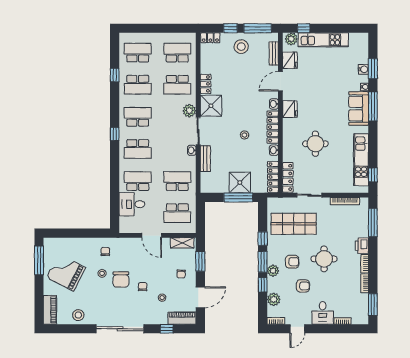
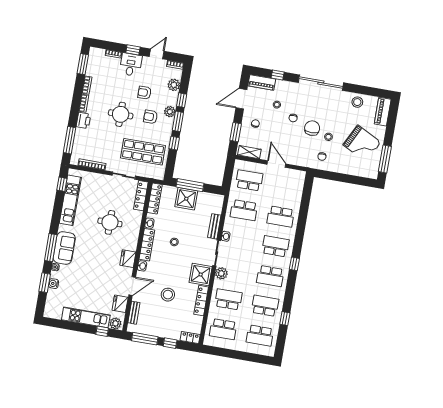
stool: (241, 47) -> (168, 295), moved
locker: (206, 84) -> (201, 301), width x1.53
desk: (132, 204) -> (290, 196), removed
window: (323, 329) -> (133, 50), added

